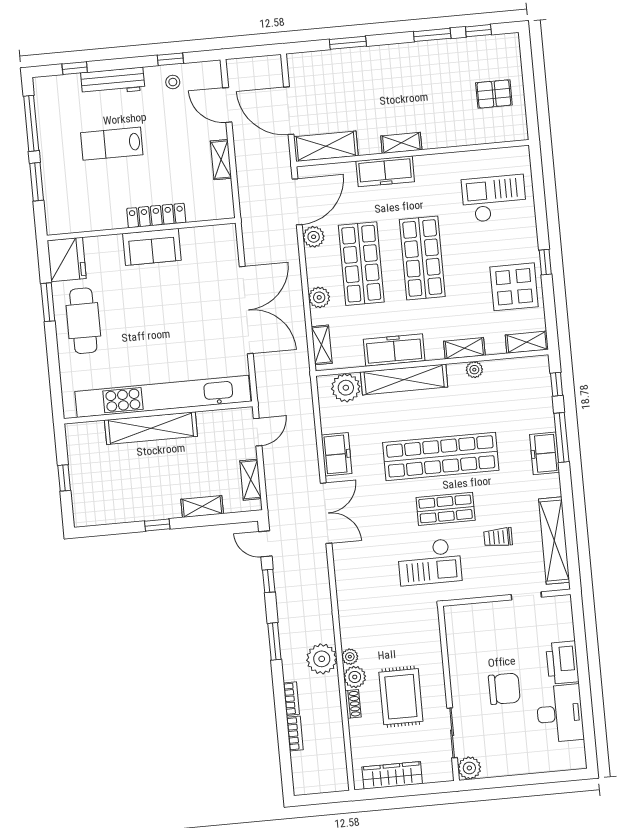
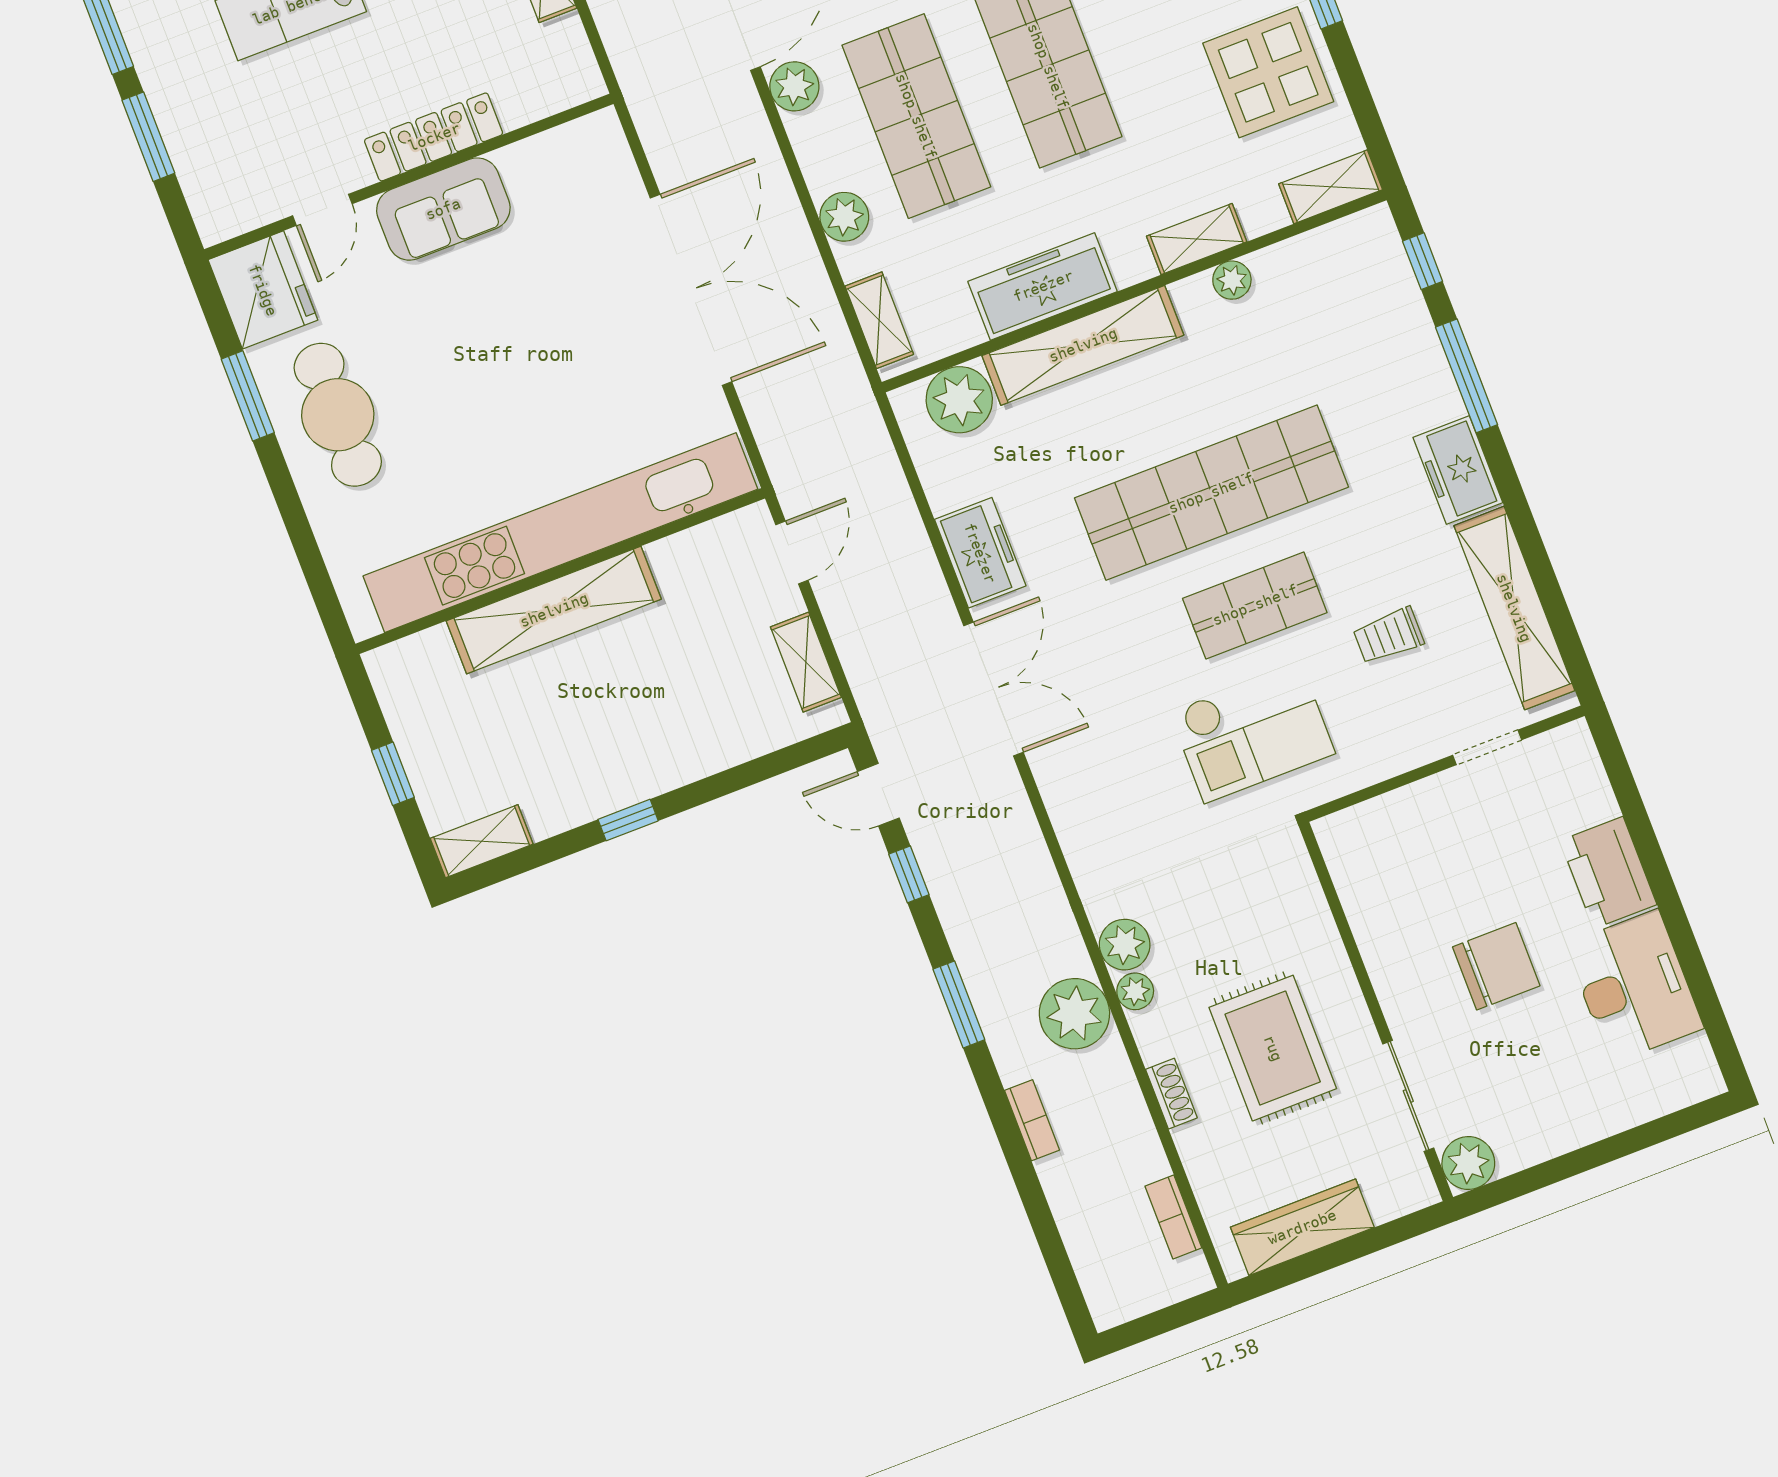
door: (101, 233) -> (322, 210), added
freezer: (545, 453) -> (1458, 470), moved
shelving: (202, 507) -> (482, 841), moved
plant: (355, 677) -> (1125, 945), moved
bookcase: (295, 734) -> (1173, 1217), moved, turned 180

